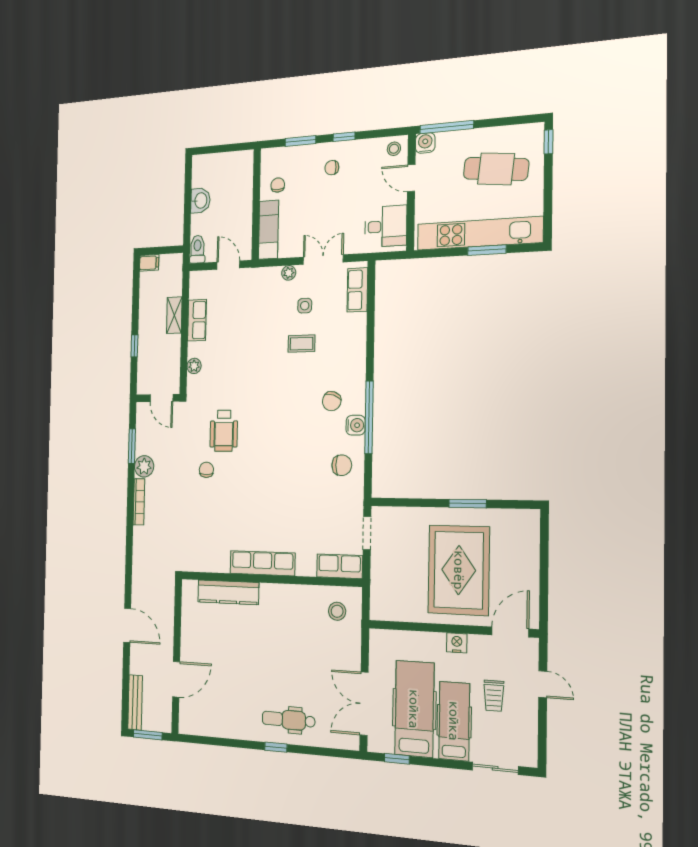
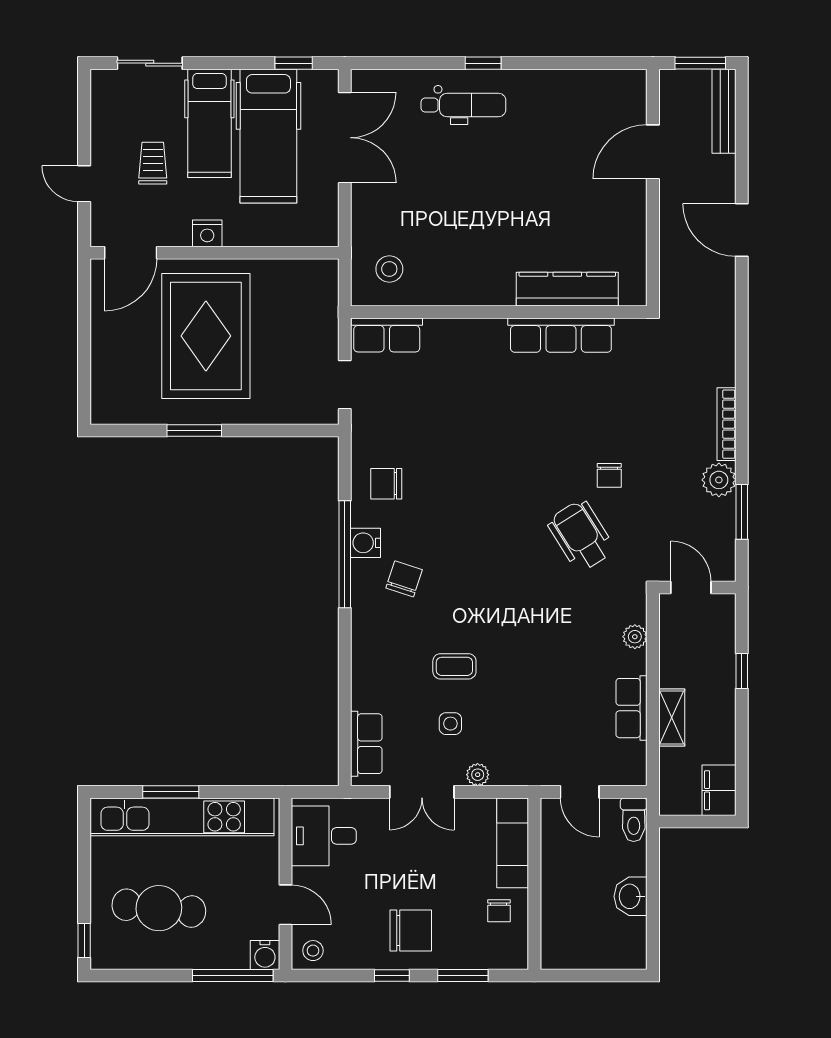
chair: (332, 168) -> (411, 930), width x1.87, depth x1.87
filing cabinet: (149, 263) -> (719, 790), width x2.00
wheelchair: (224, 431) -> (581, 536), turned -32
row of seats: (262, 563) -> (561, 335), moved

